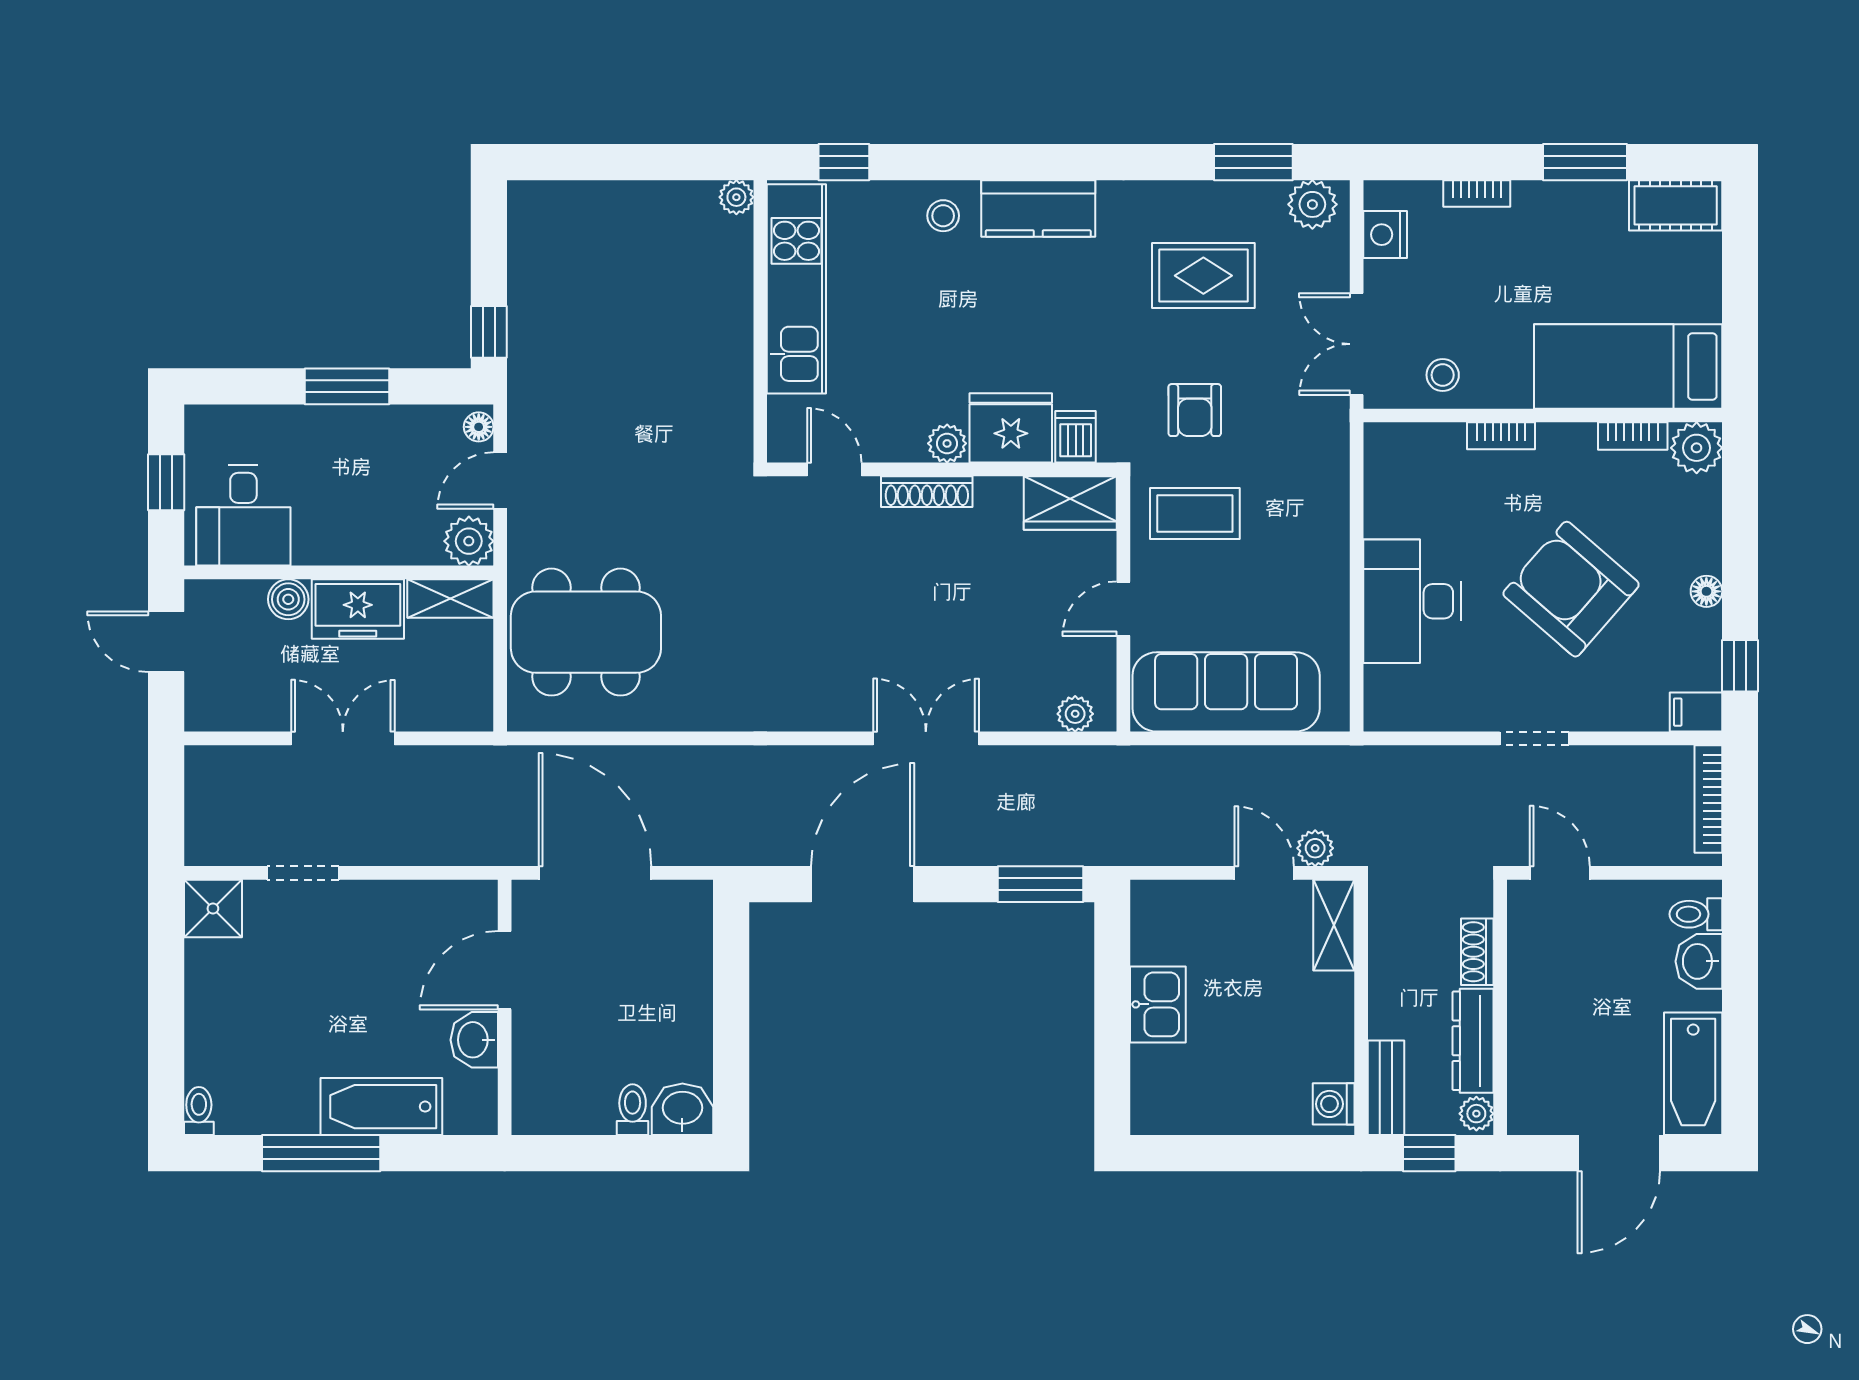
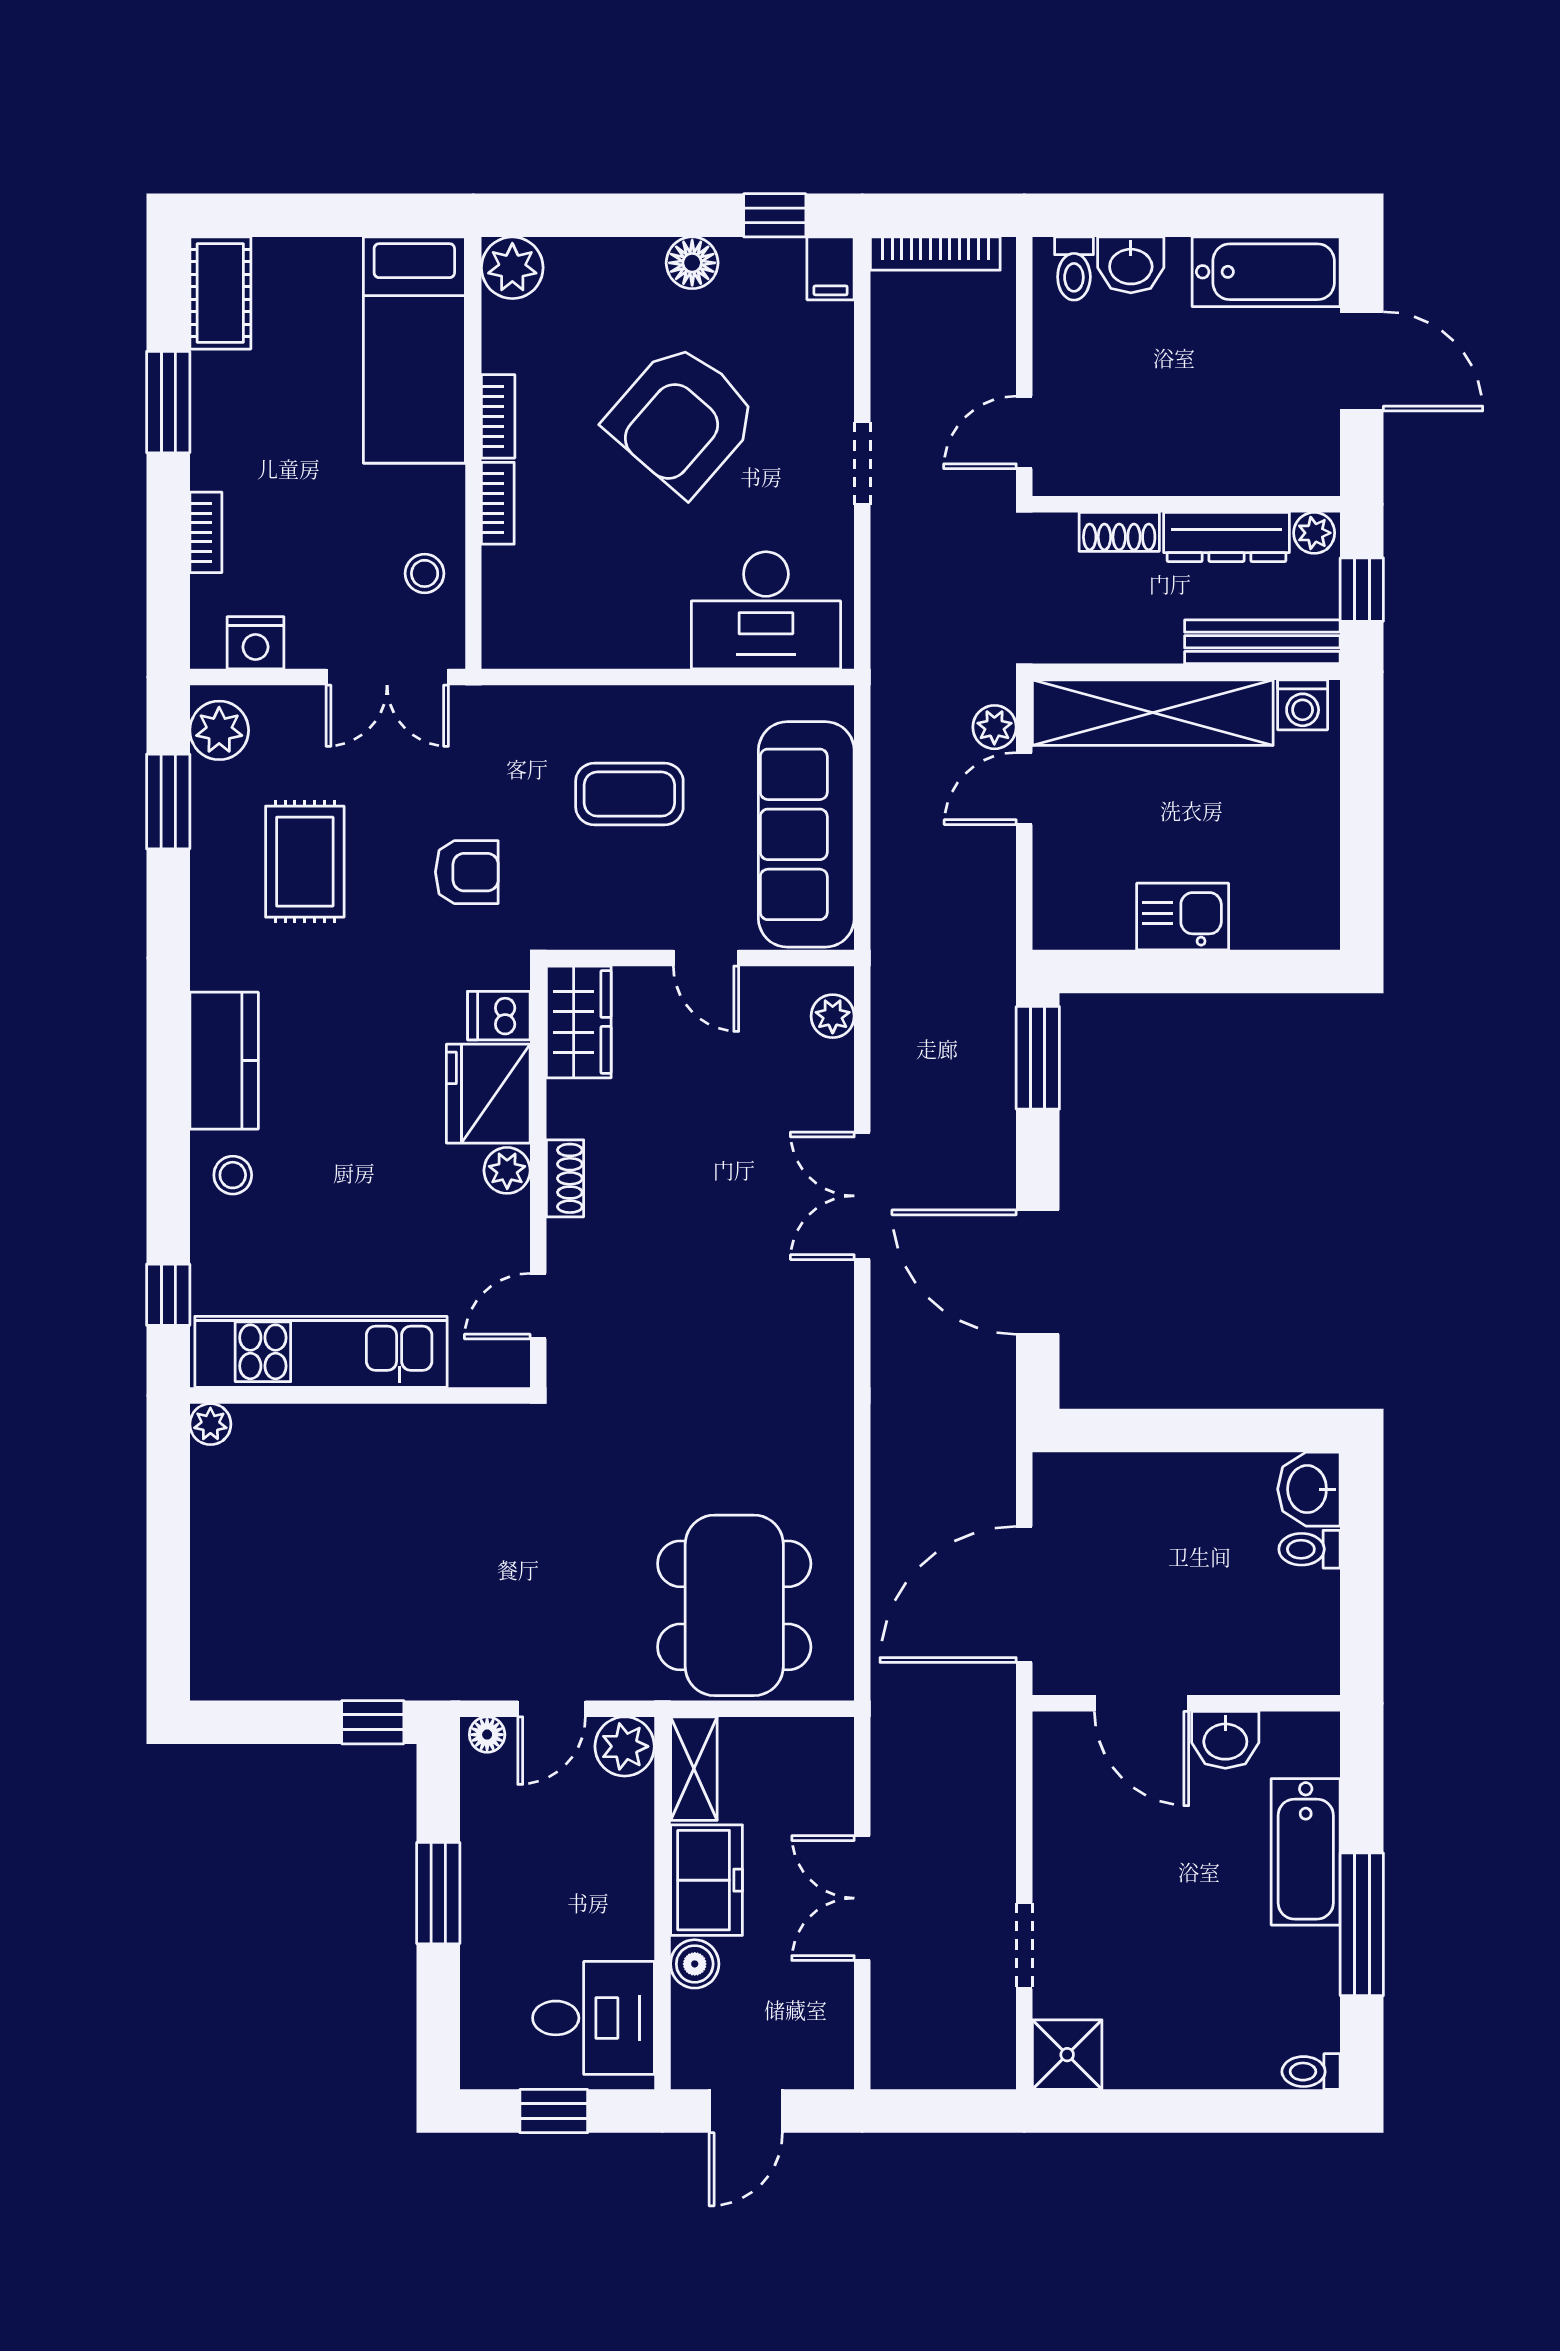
bookcase: (1633, 436) -> (498, 416), moved
door: (500, 480) -> (552, 1709), hinge flipped
shoe rack: (927, 492) -> (565, 1178), width x0.70
coffee table: (1195, 513) -> (629, 794), moved, turned 90
floor lamp: (1706, 591) -> (692, 263), width x1.37, depth x1.37
desk: (1412, 601) -> (766, 610), moved
shelving: (1334, 925) -> (1153, 713), width x2.20, depth x1.33
bench: (1386, 1088) -> (1262, 642), width x1.36

